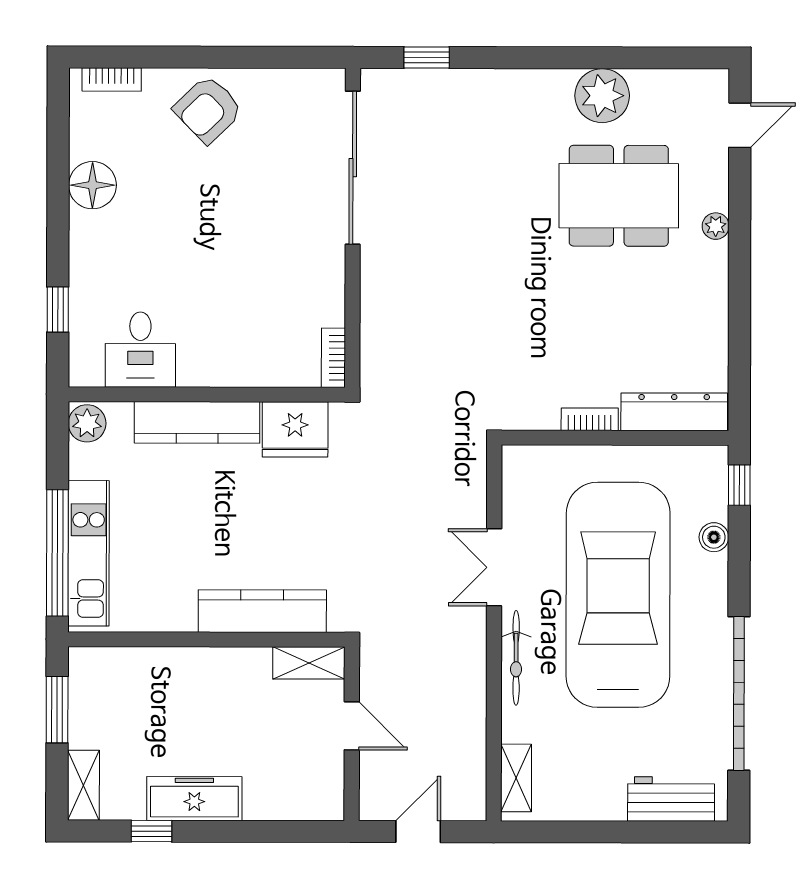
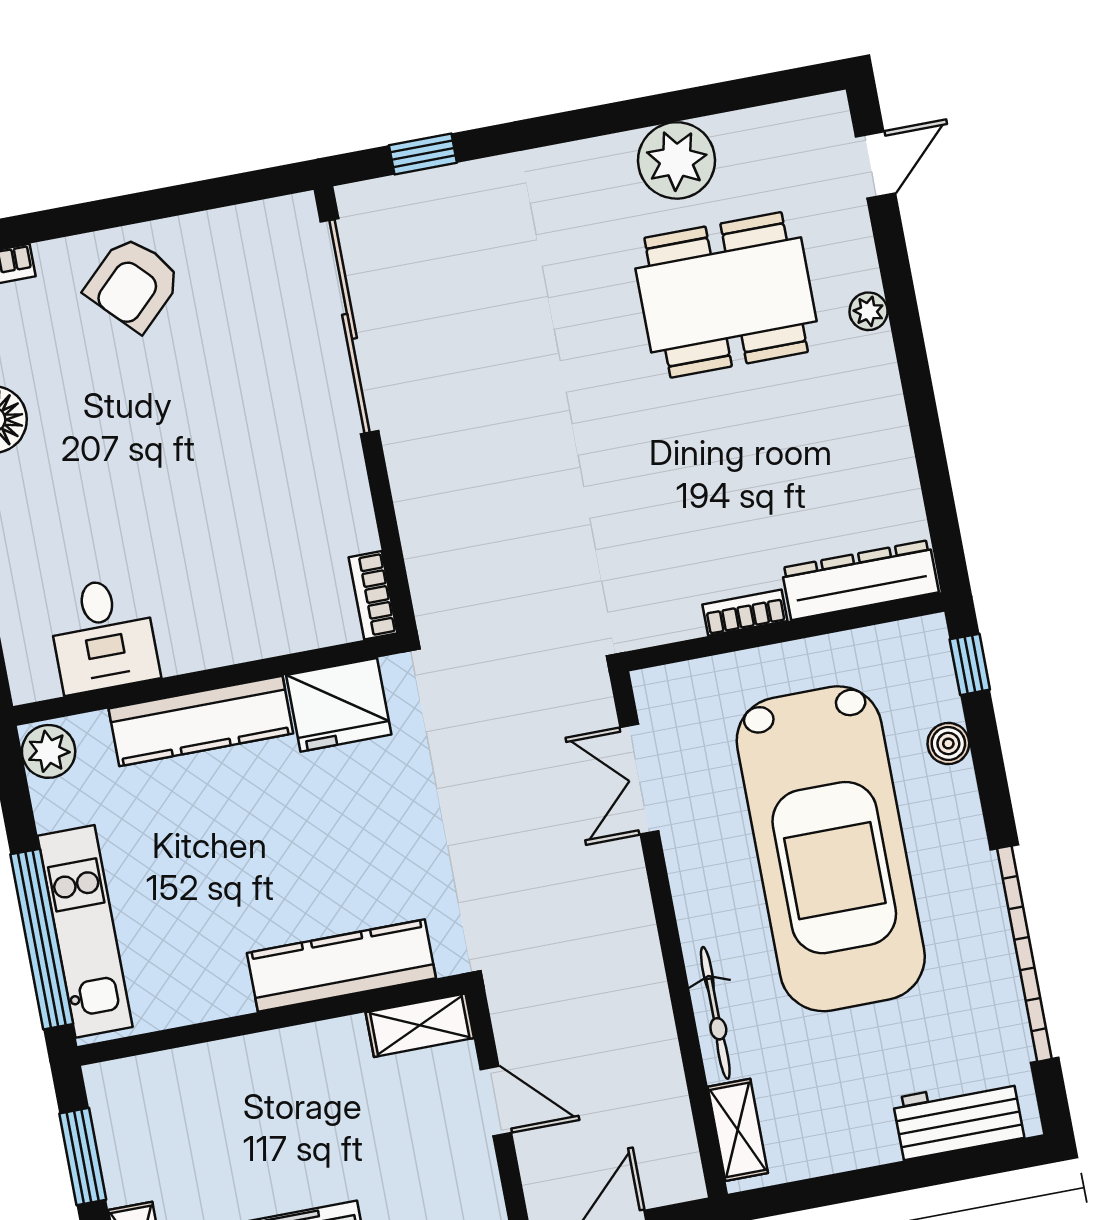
double door: (494, 567) -> (639, 779), moved
car: (618, 595) -> (831, 849), turned 180
bicycle: (516, 658) -> (715, 1013), moved

